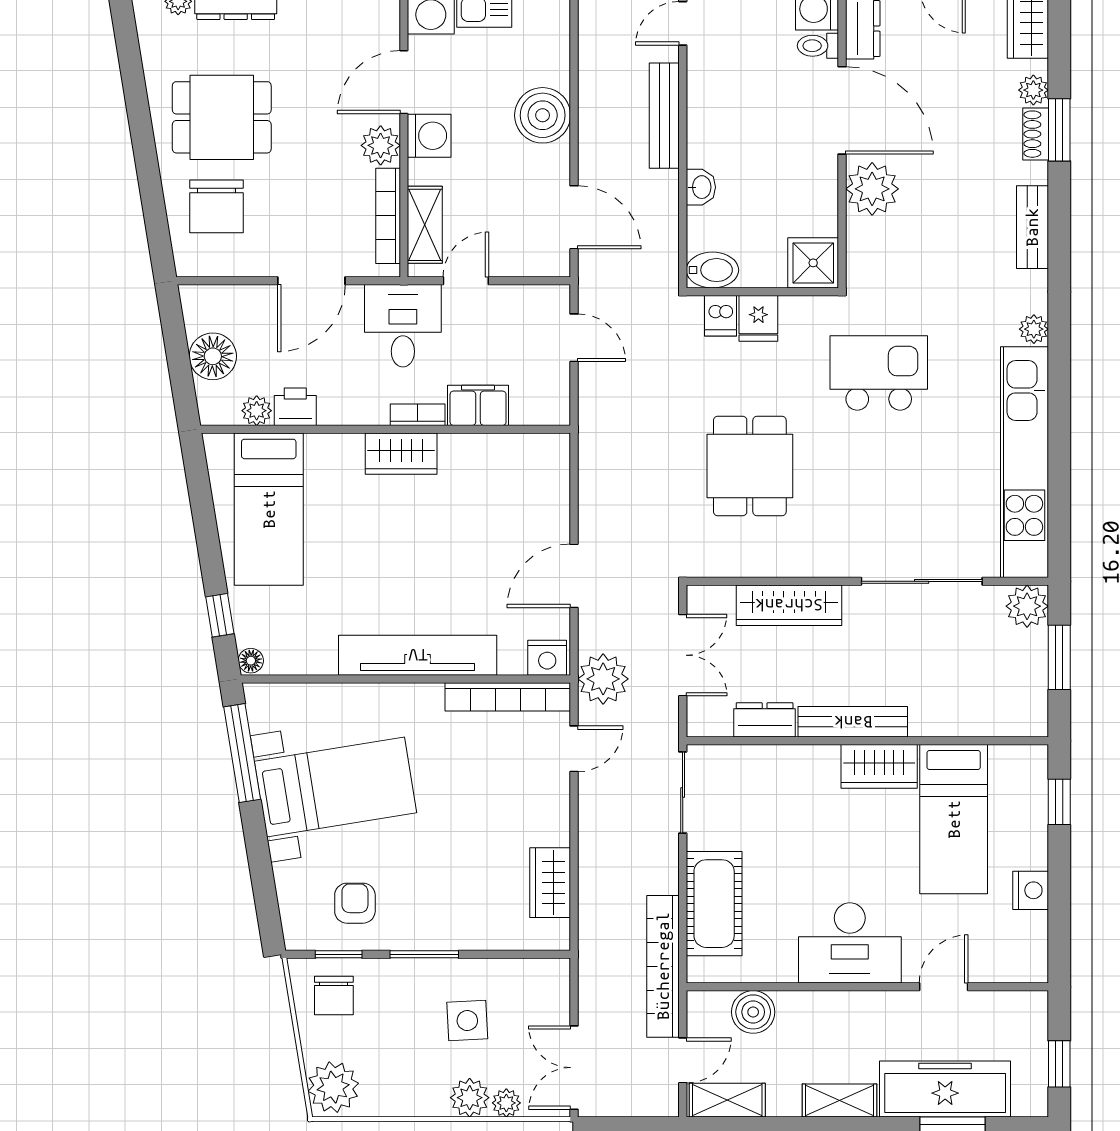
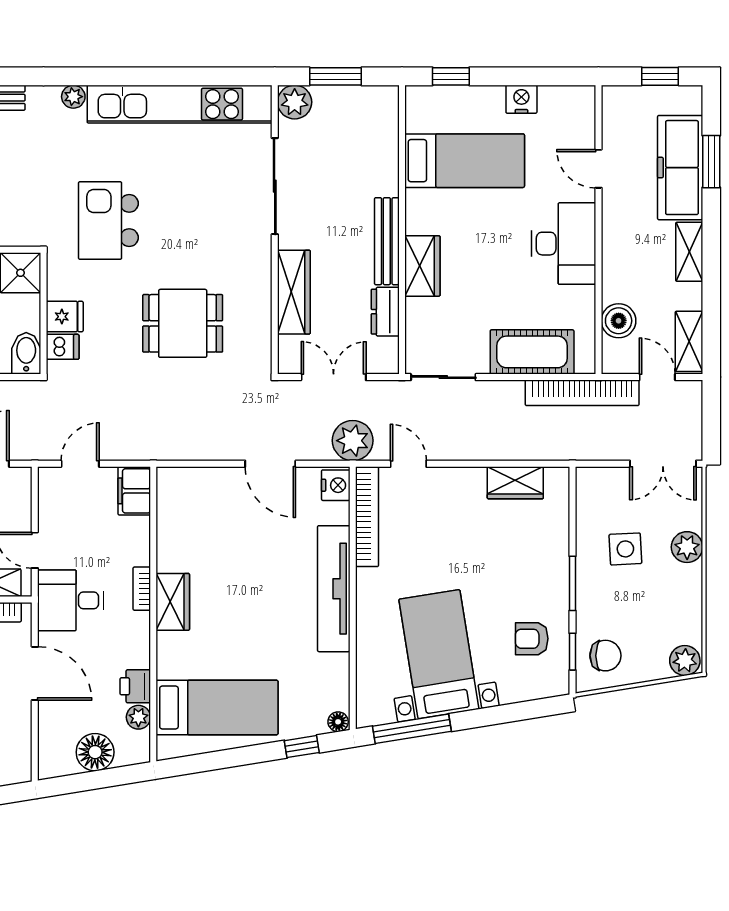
filing cabinet: (478, 405) -> (134, 491), moved
wardrobe: (879, 766) -> (422, 266), moved
plant: (333, 1087) -> (685, 661), width x0.73, depth x0.73
plant: (506, 1103) -> (691, 518), removed

